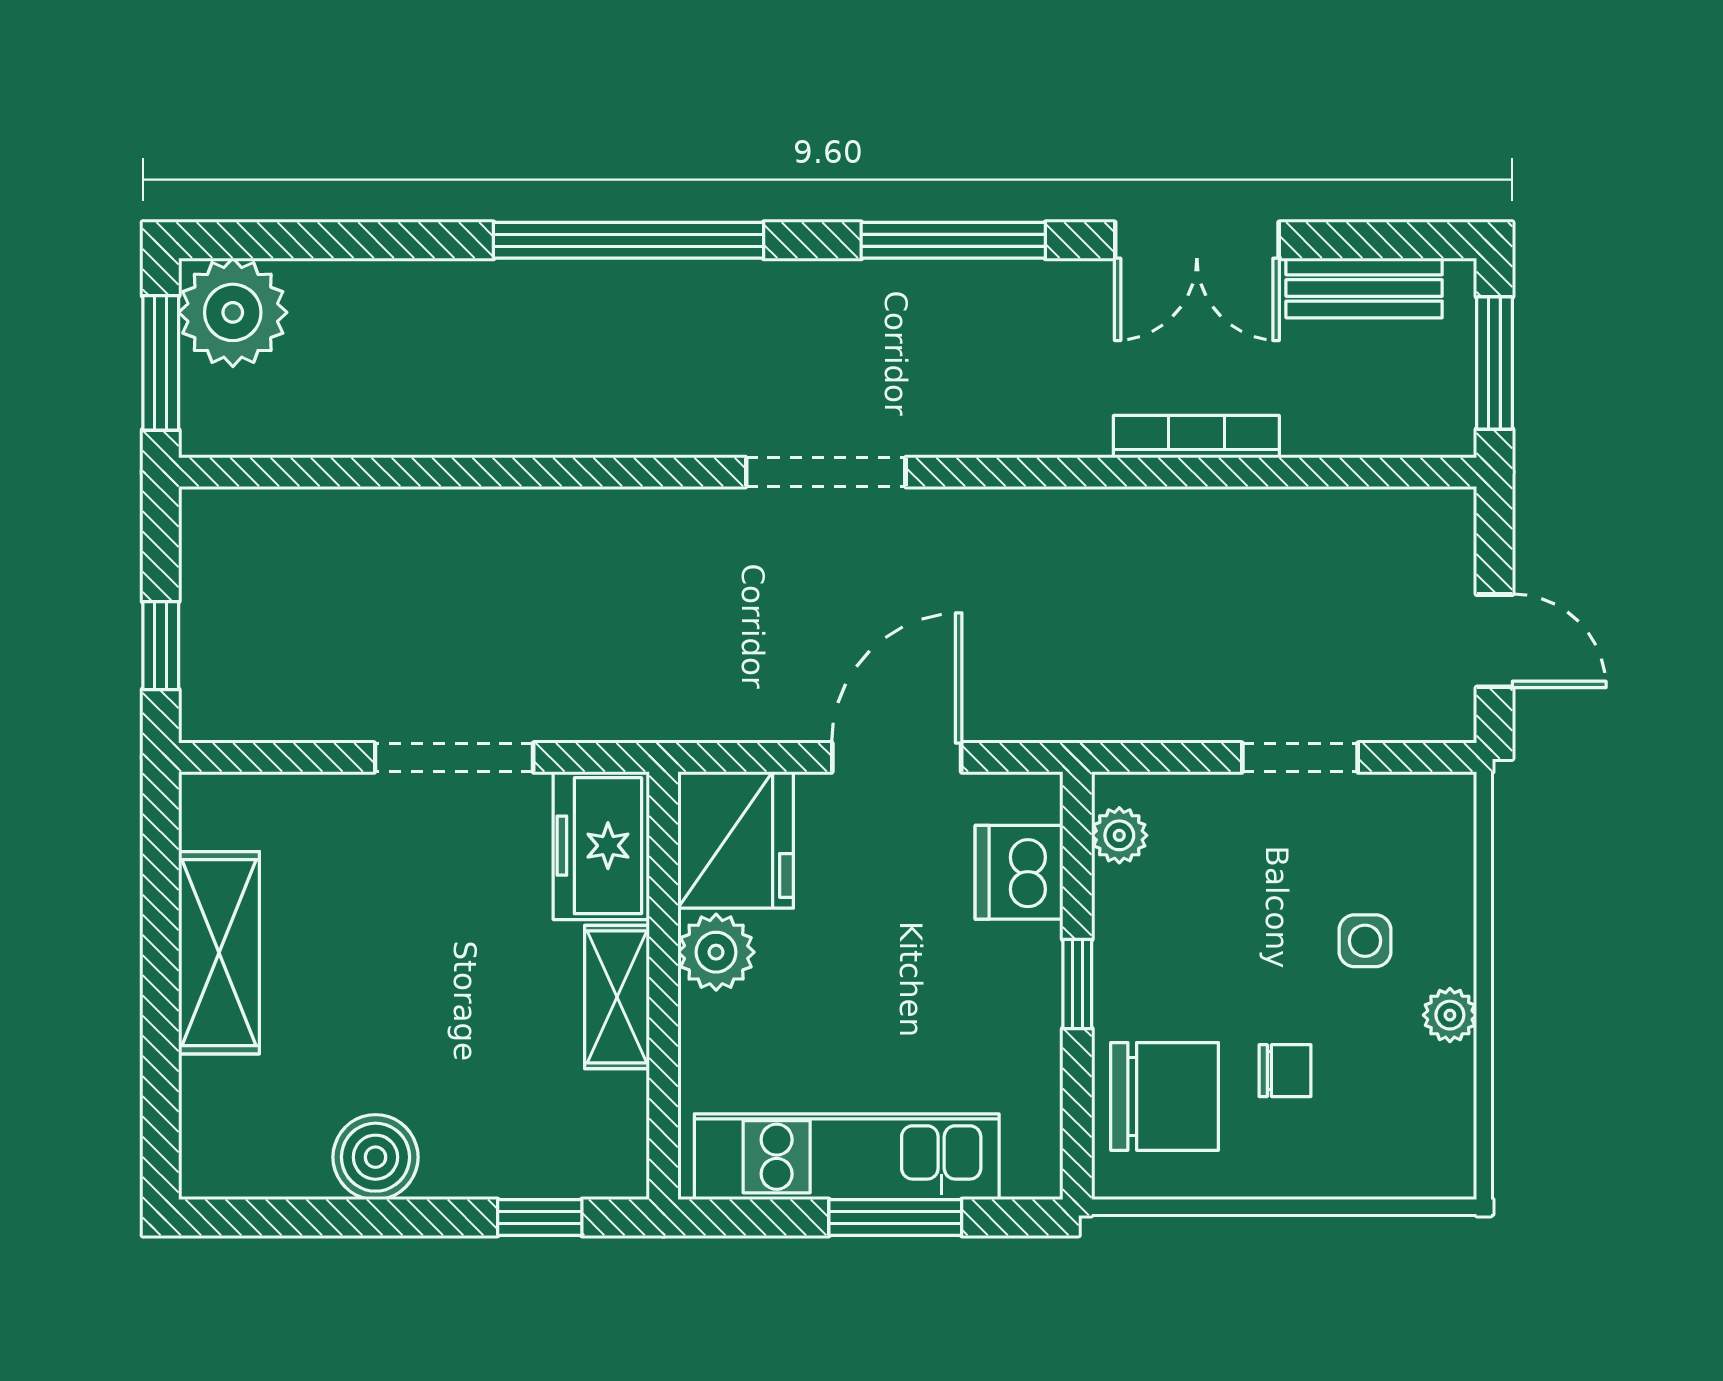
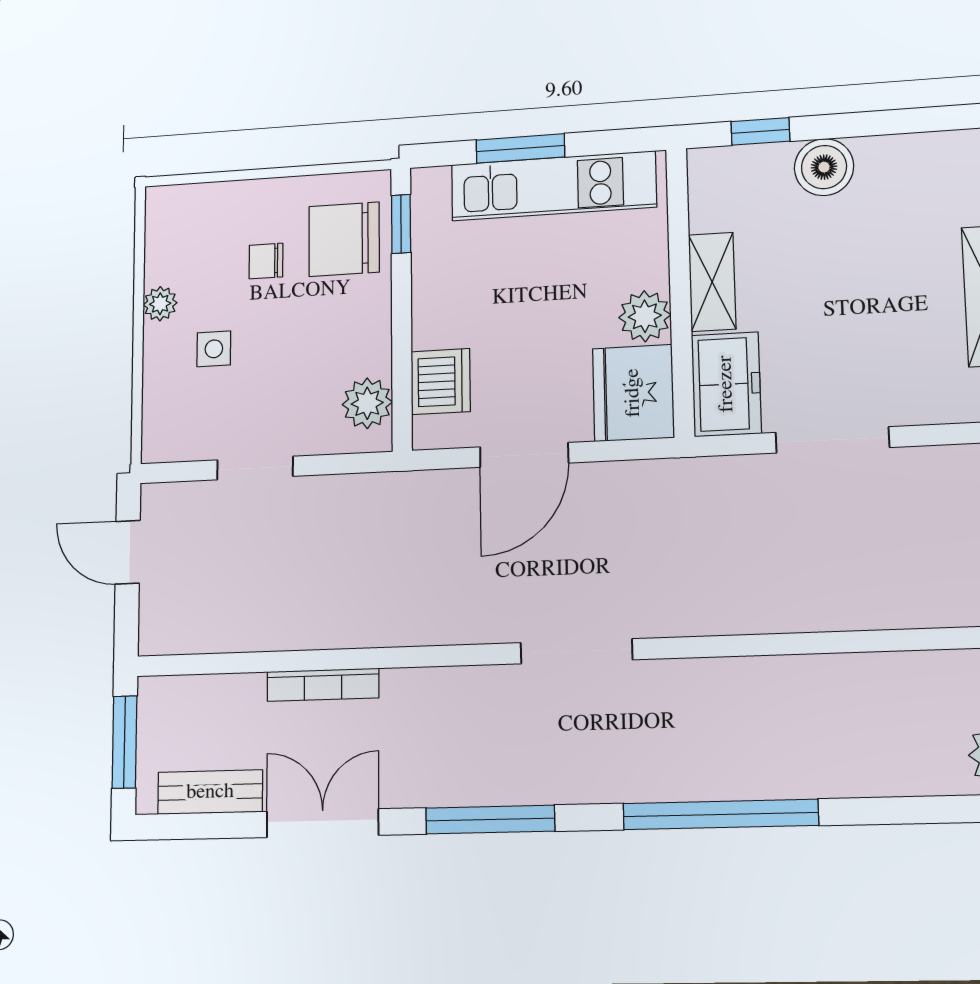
plant: (1119, 835) -> (367, 403), width x1.38, depth x1.38
window: (1077, 984) -> (401, 224), moved
boiler: (375, 1157) -> (824, 167), moved

